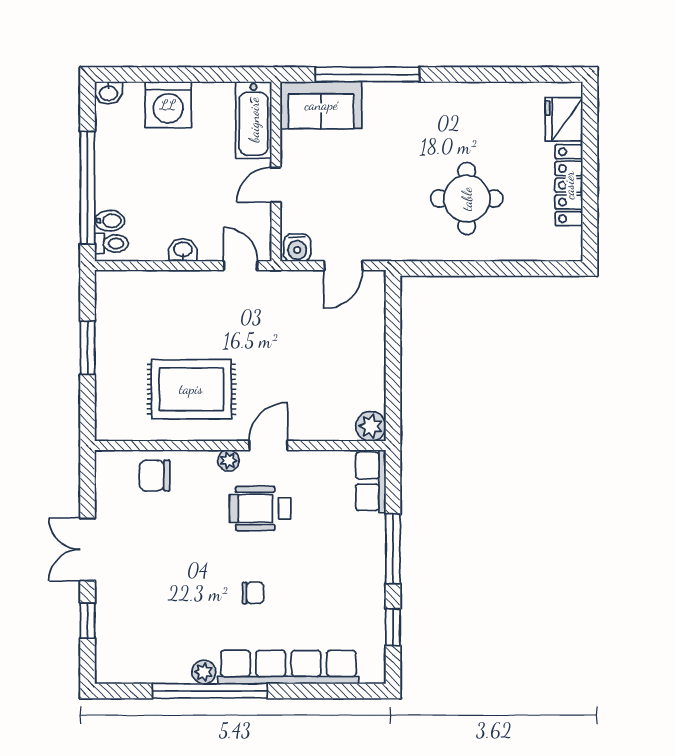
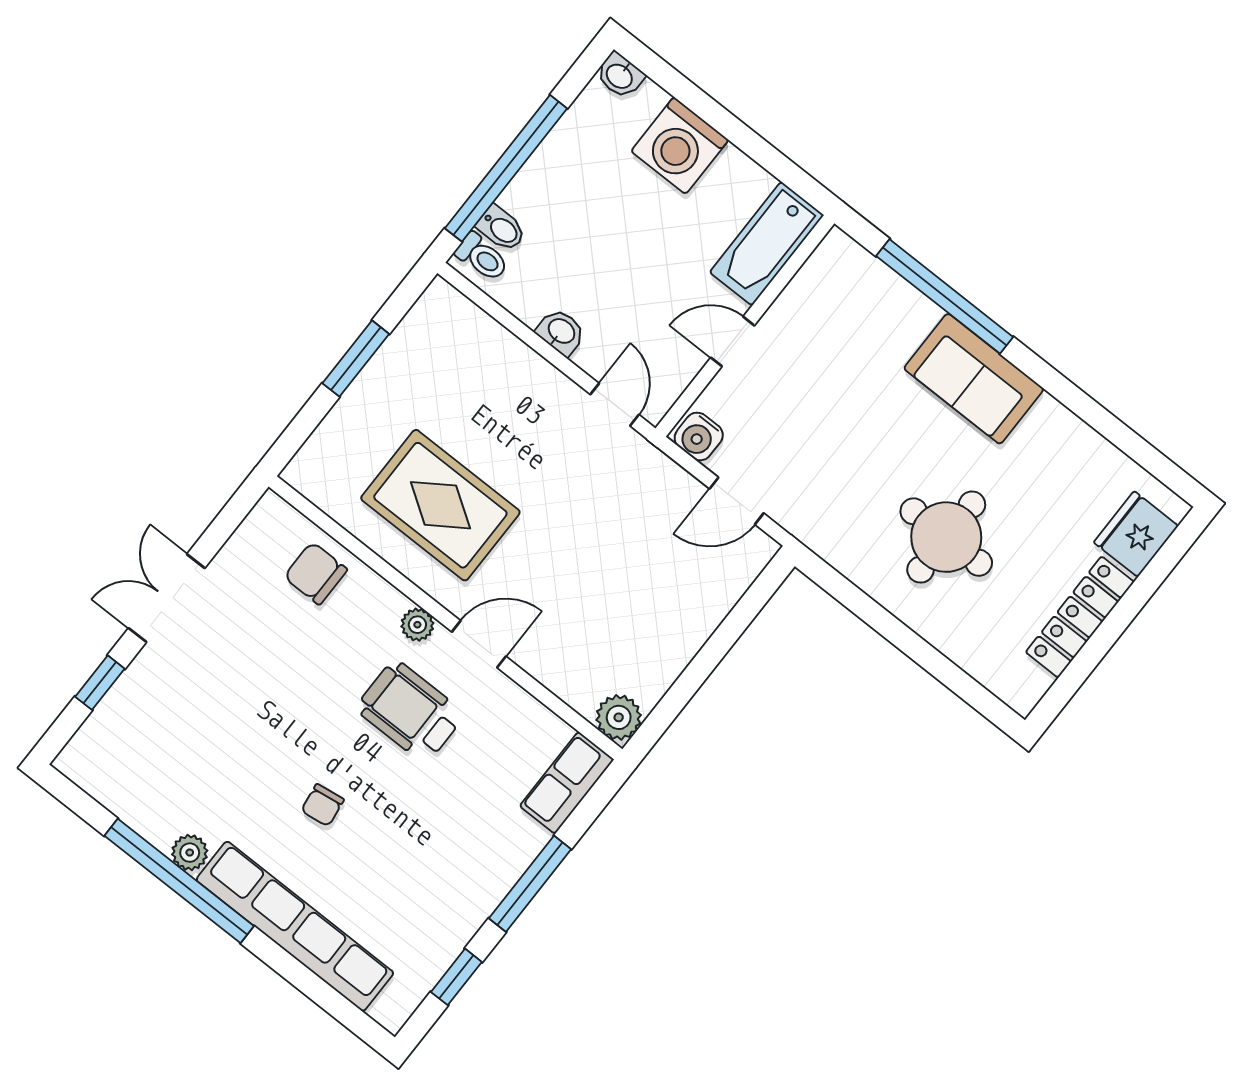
sofa: (321, 105) -> (974, 379), moved
chair: (253, 593) -> (323, 805), turned 82

